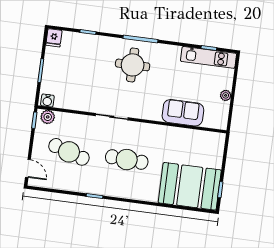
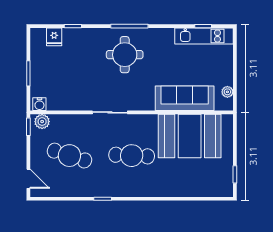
fridge: (54, 38) -> (54, 37), moved
plant: (226, 95) -> (227, 92), moved
sofa: (183, 113) -> (185, 98), width x1.36
booth: (190, 186) -> (190, 136), moved

